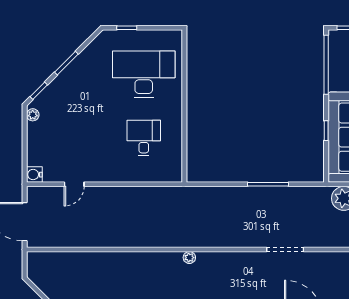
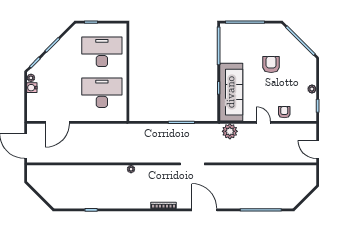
desk: (144, 138) -> (102, 93), width x1.87, depth x1.30
water cooler: (34, 175) -> (32, 88), moved
door: (74, 184) -> (57, 122), width x1.87

